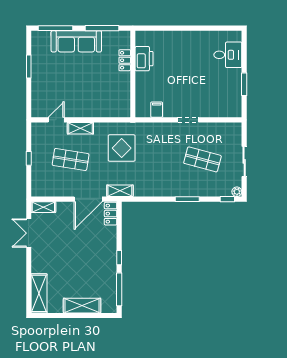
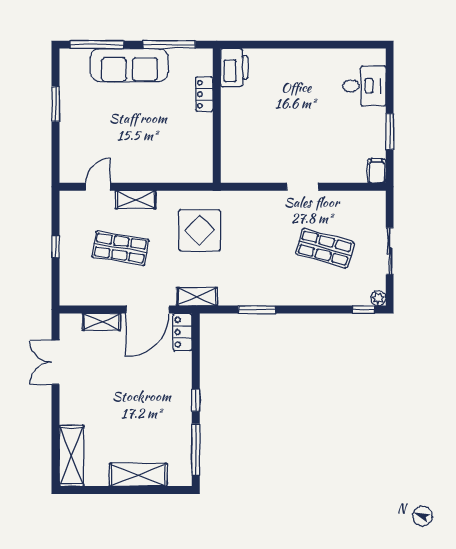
printer: (144, 59) -> (234, 67), moved
filing cabinet: (157, 110) -> (377, 171), moved
window: (187, 199) -> (257, 310), moved
shelving: (43, 207) -> (102, 322), moved

